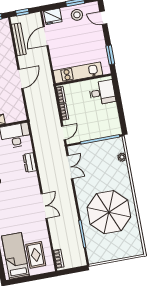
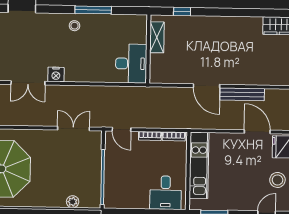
bench: (19, 39) -> (242, 94), moved
dresser: (30, 163) -> (91, 75), removed
double door: (70, 167) -> (73, 129), swing flipped
nightstand: (34, 187) -> (56, 74), added

